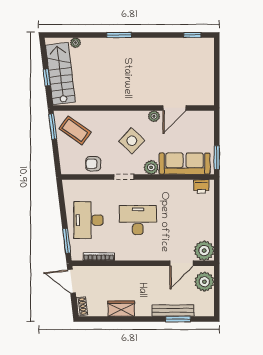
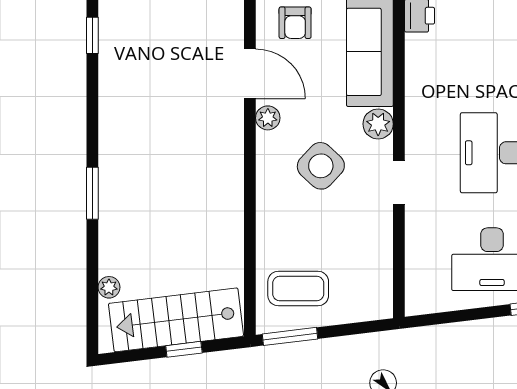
coffee table: (75, 130) -> (298, 289), turned 55
armchair: (93, 164) -> (295, 23), moved

